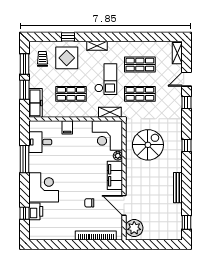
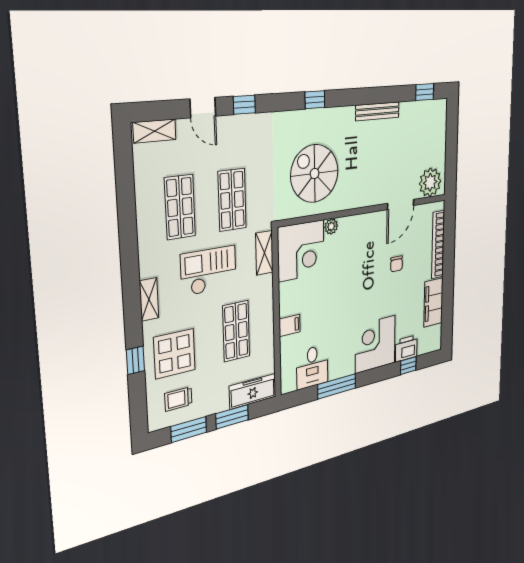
filing cabinet: (115, 175) -> (433, 302), moved, turned 90

